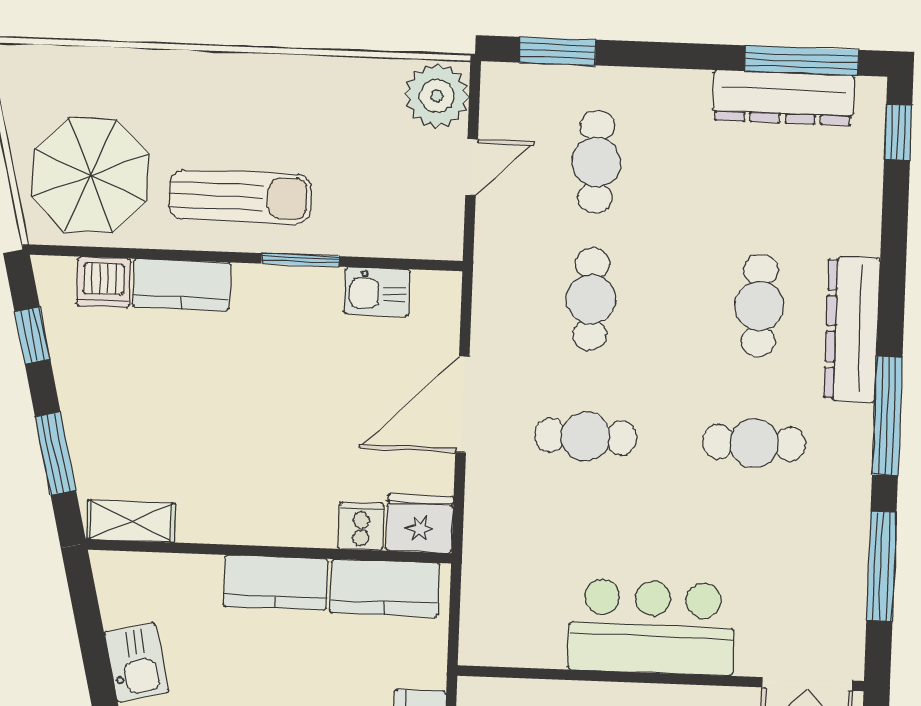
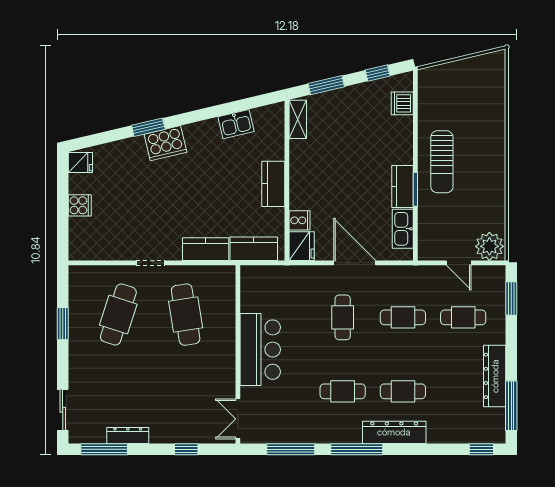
dresser: (783, 98) -> (495, 376), moved
parasol: (91, 175) -> (449, 96), removed
kitchen counter: (182, 285) -> (402, 187), moved
kitchen sink: (377, 292) -> (403, 229), width x1.38
cafe table: (754, 443) -> (343, 391), turned 90
kitchen counter: (385, 588) -> (254, 249), moved, turned 90

